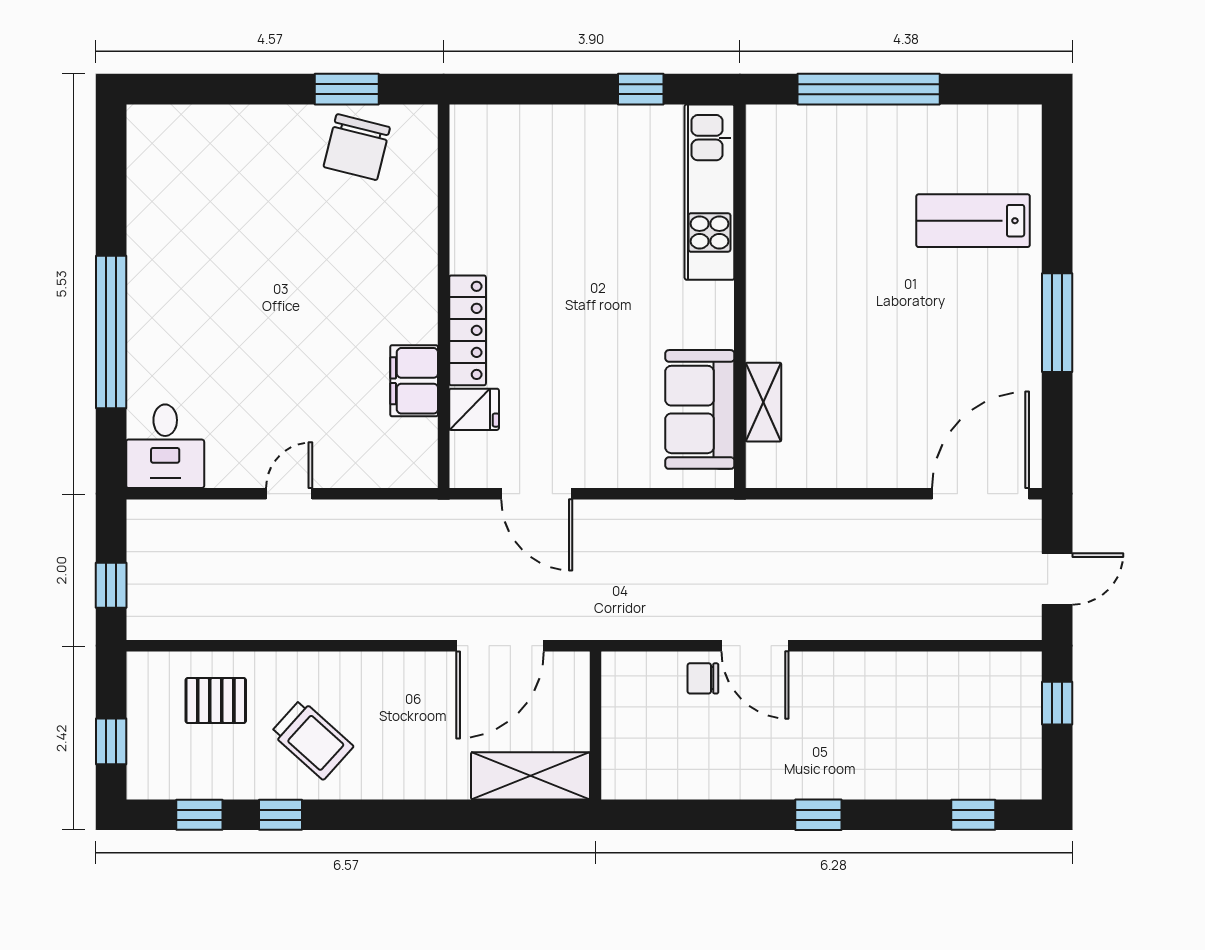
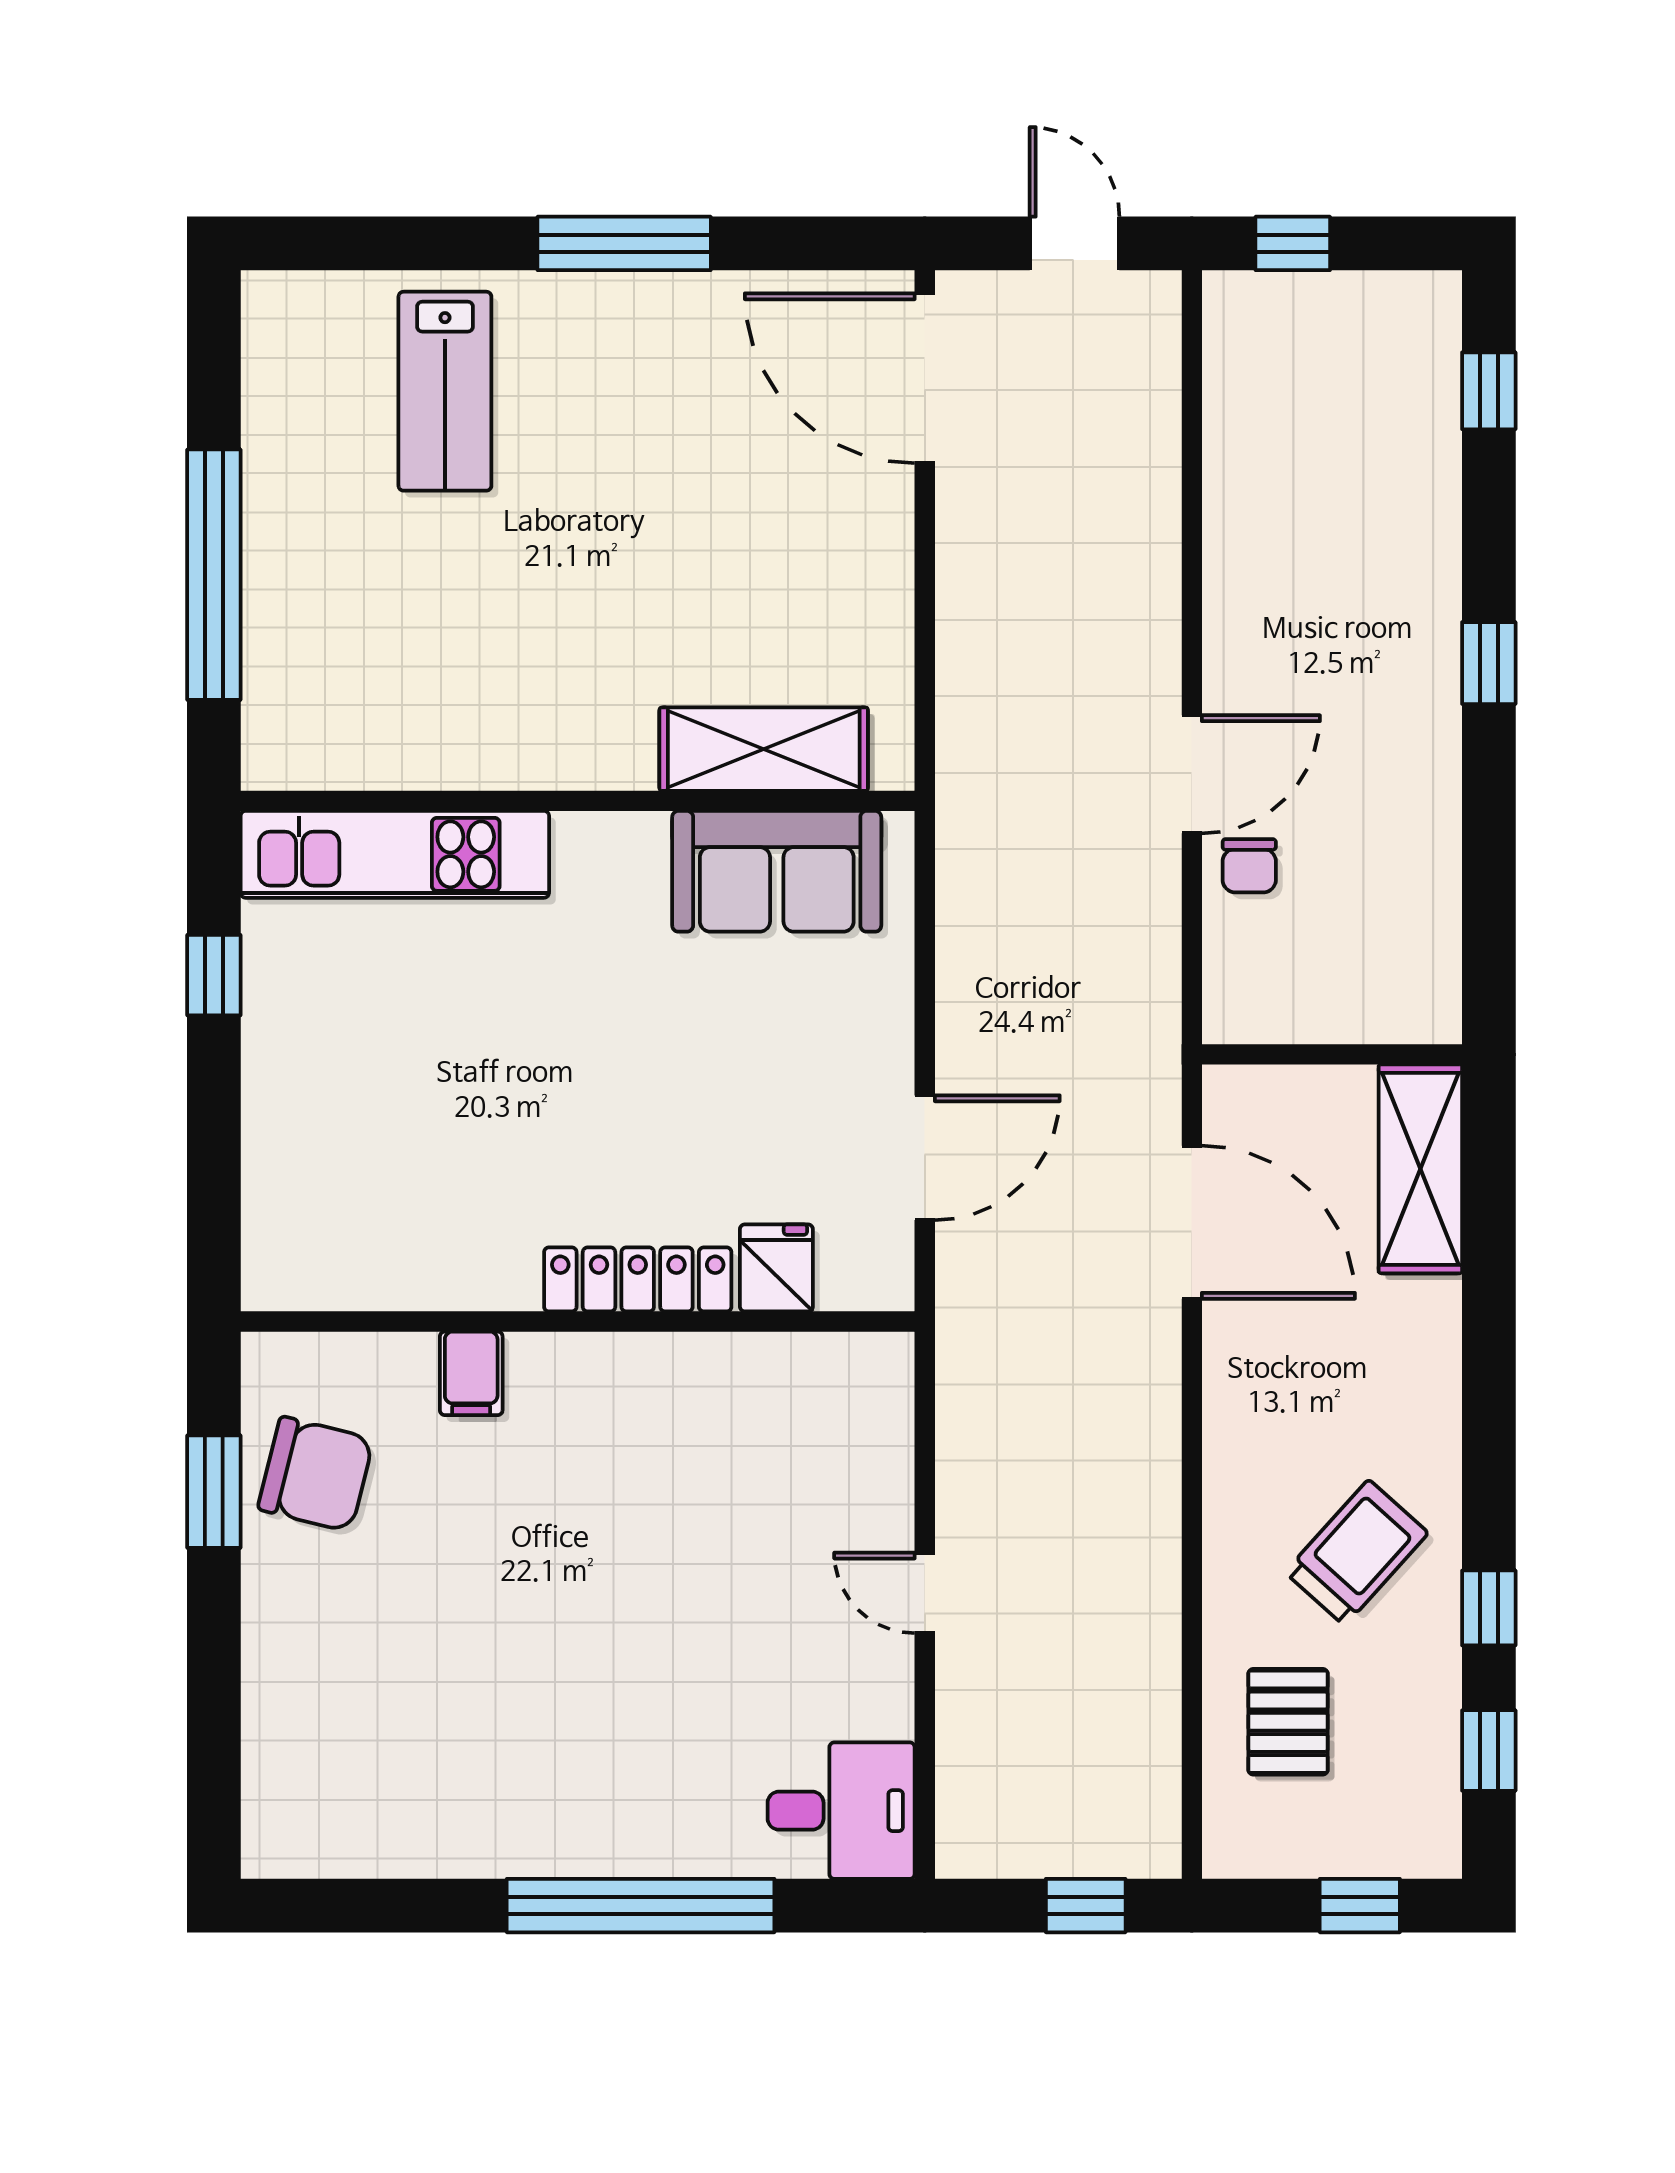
filing cabinet: (414, 381) -> (471, 1373), moved, width x0.50
shelving: (763, 402) -> (764, 749), width x1.50, depth x1.33

